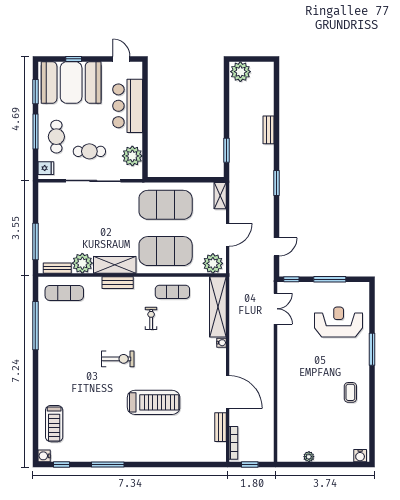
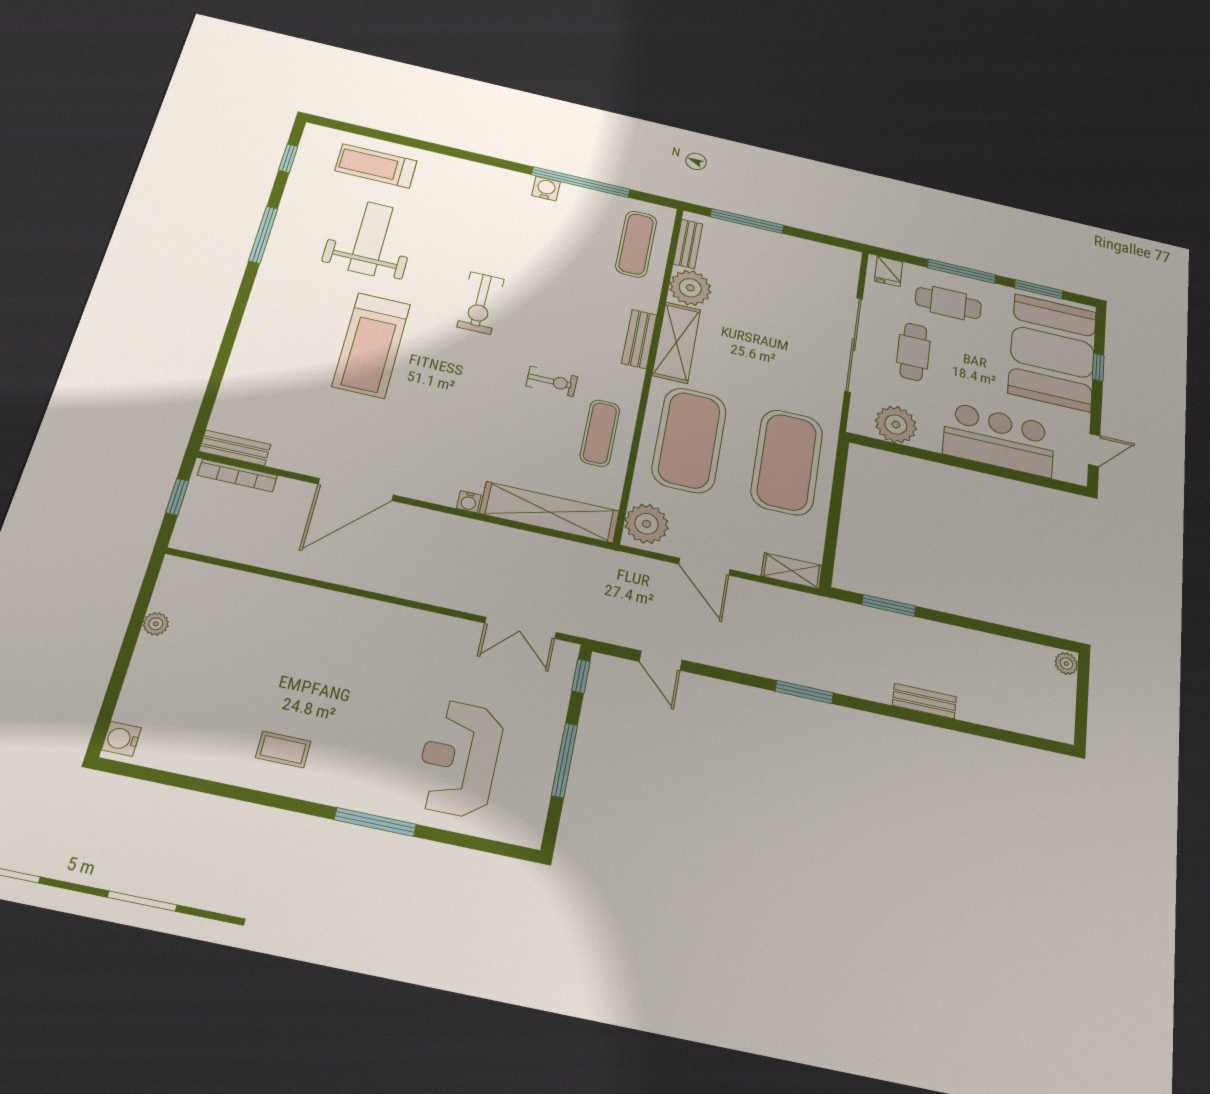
plant: (240, 72) -> (1066, 664), width x0.53, depth x0.53
reception desk: (339, 322) -> (459, 758), turned 180
weight bench: (96, 416) -> (371, 239), added
bench: (221, 427) -> (235, 448), moved
water cooler: (44, 456) -> (546, 189), moved

